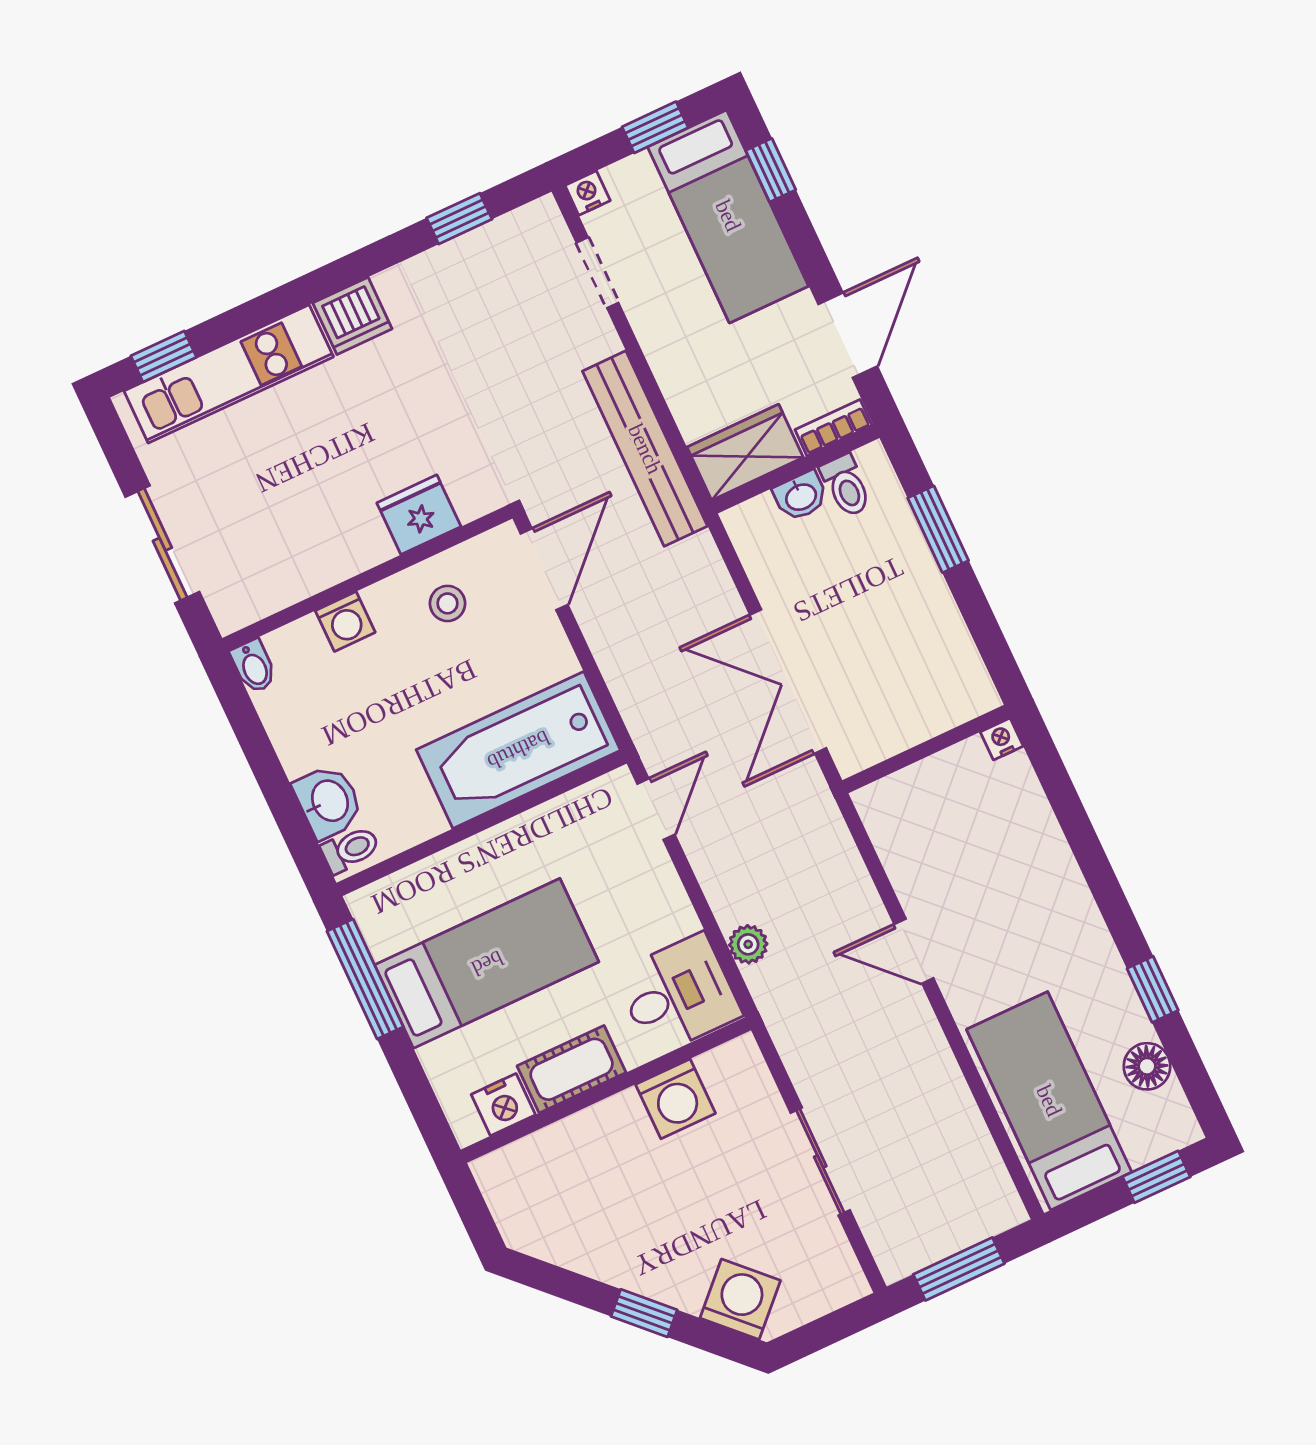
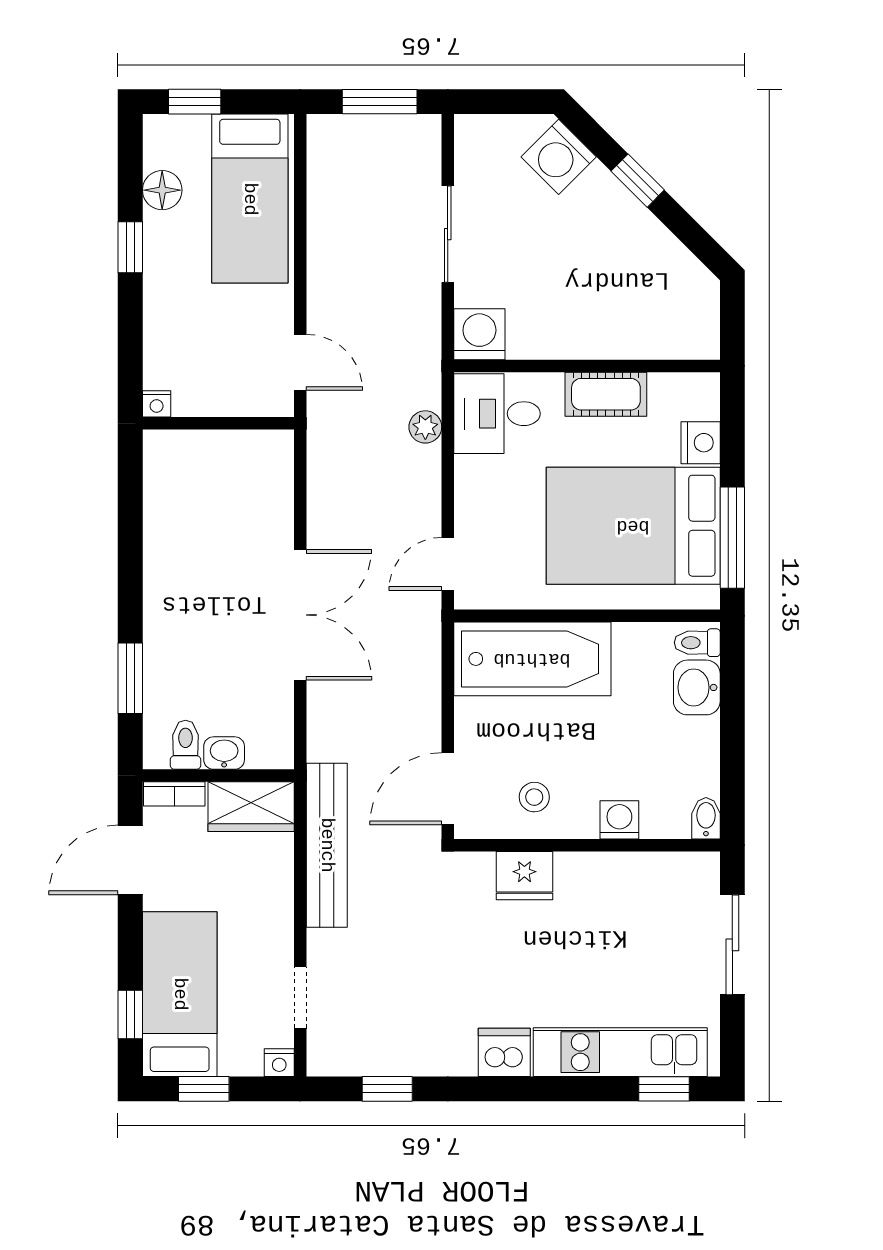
nightstand: (1002, 739) -> (157, 404), moved
wall: (926, 749) -> (218, 423), moved
bed: (487, 963) -> (633, 526), width x1.50
washing machine: (675, 1099) -> (479, 334), moved
nightstand: (503, 1105) -> (701, 443), moved, turned 90

